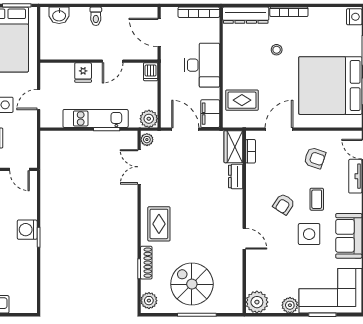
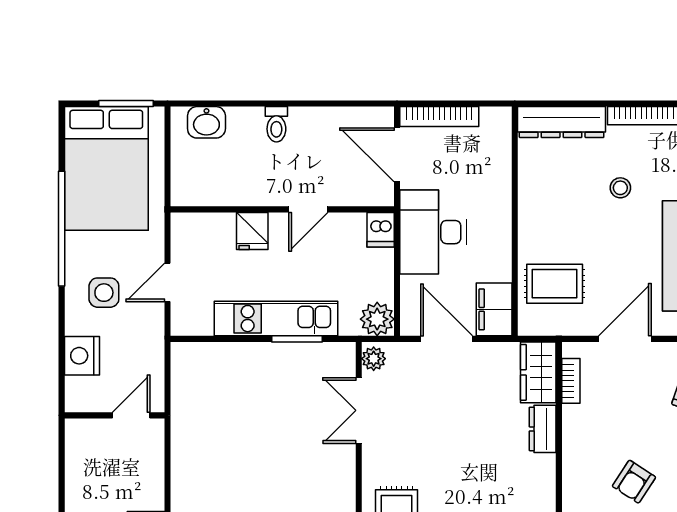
bookcase: (199, 12) -> (439, 116), moved
desk: (202, 65) -> (433, 232), moved, turned 180
door: (19, 169) -> (131, 415), swing flipped

